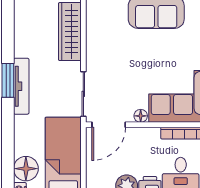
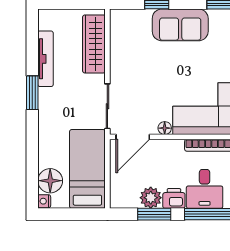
tv unit: (21, 86) -> (45, 59), moved

